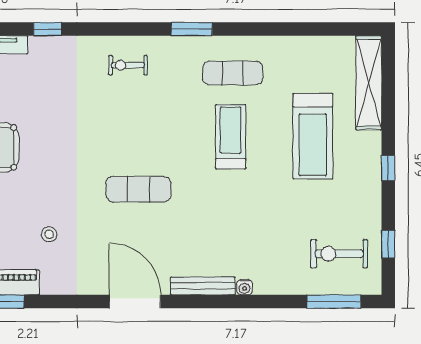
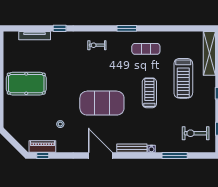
treadmill: (231, 137) -> (149, 93), moved
exercise mat: (139, 189) -> (102, 103), width x2.00, depth x1.45
window: (334, 302) -> (175, 155), moved

